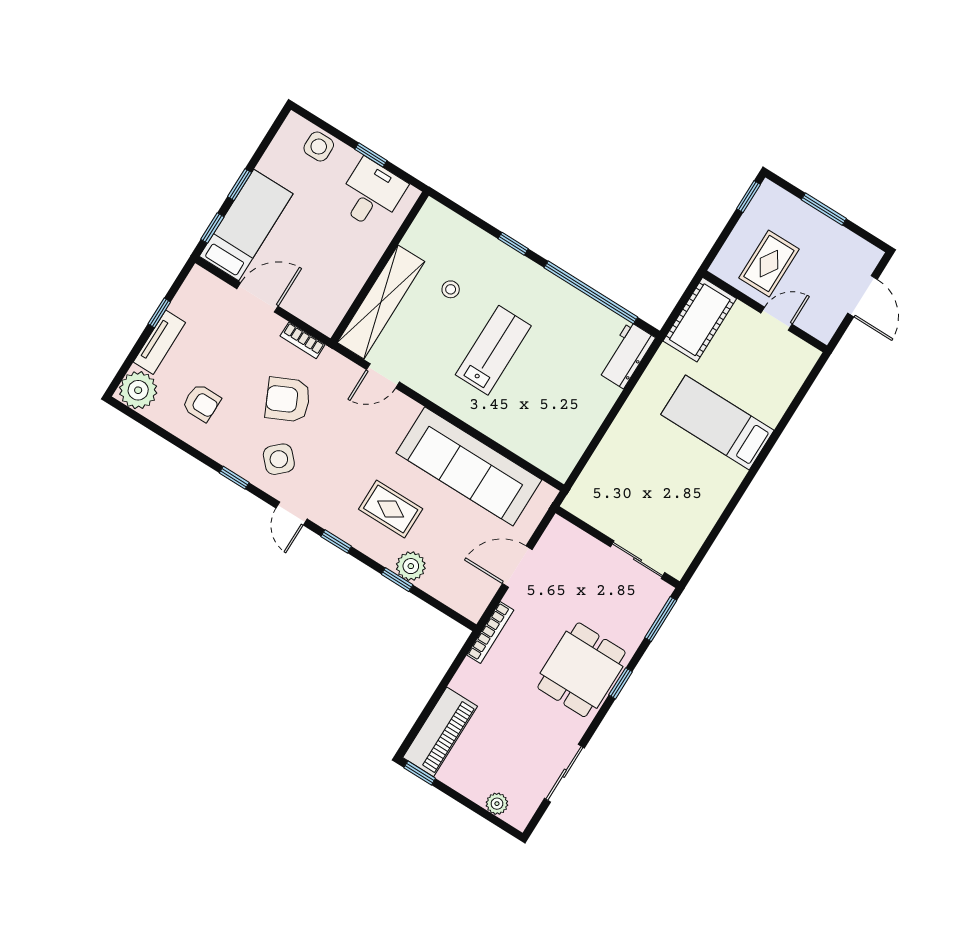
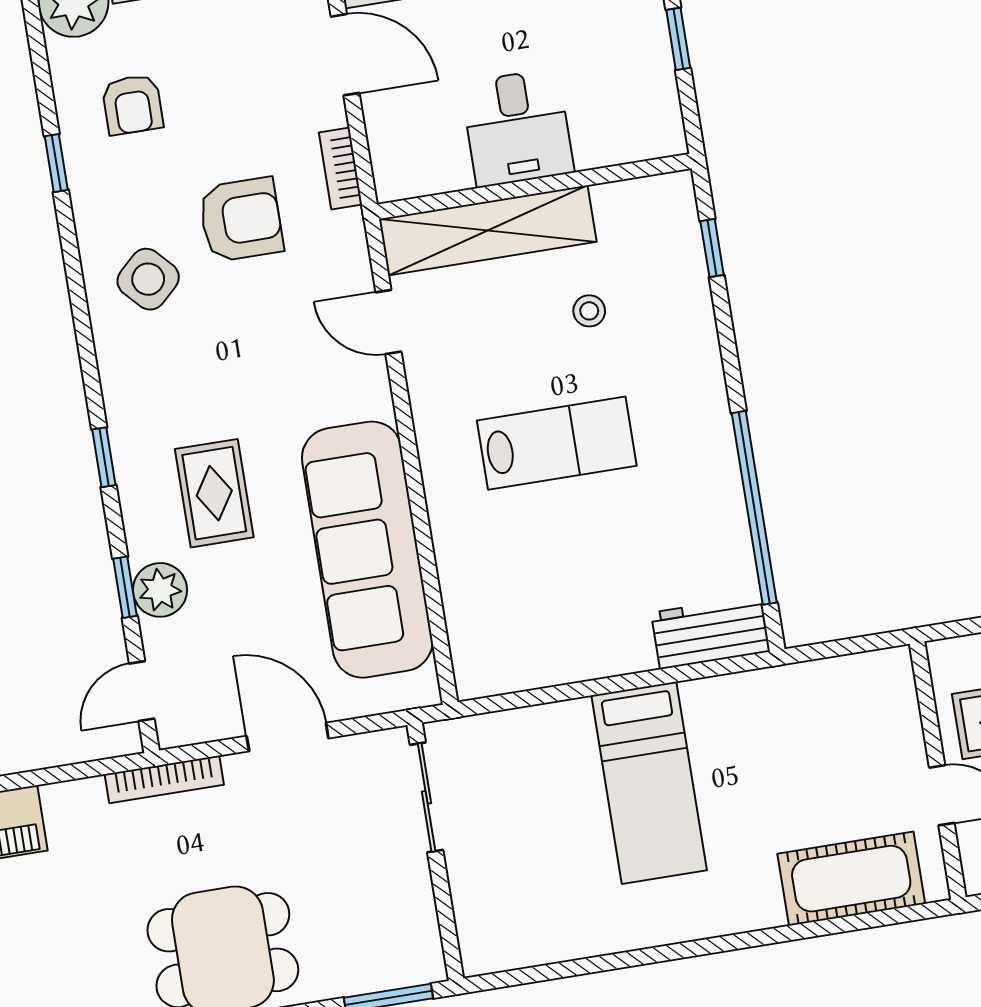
desk: (371, 194) -> (517, 128), moved, turned 90
window: (513, 244) -> (712, 248), moved
cot: (700, 320) -> (851, 879), moved
armchair: (288, 400) -> (241, 220), turned 115
bed: (717, 422) -> (649, 783), moved, turned 180
window: (234, 478) -> (56, 163), moved
door: (291, 514) -> (142, 691), moved
sliding door: (638, 560) -> (427, 797), moved

